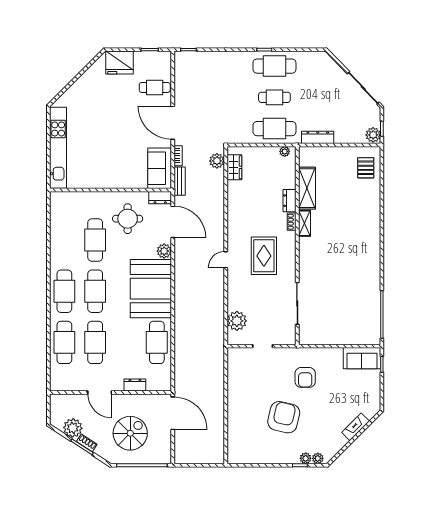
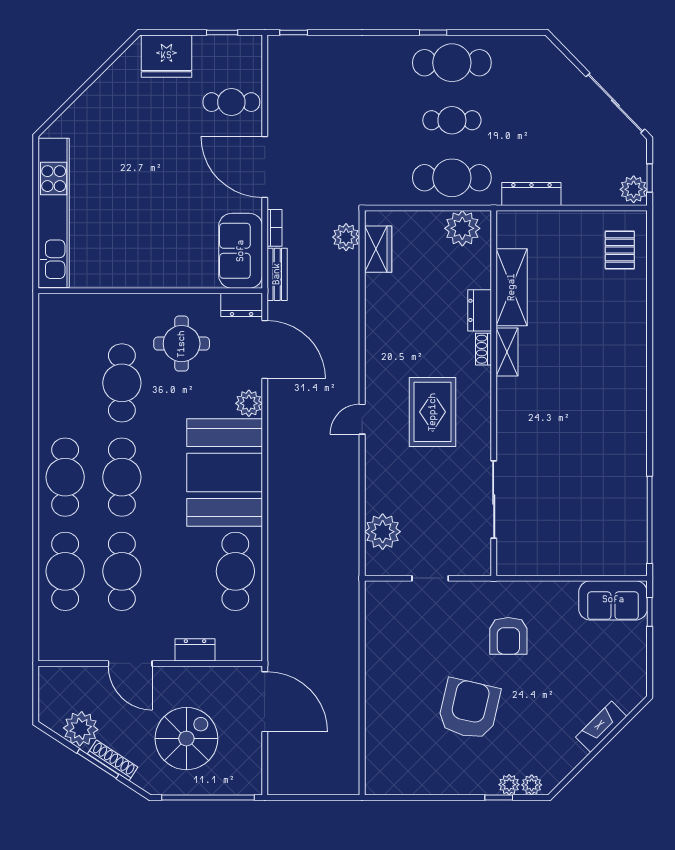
plant: (285, 151) -> (462, 228), width x1.87, depth x1.87
shoe rack: (87, 443) -> (113, 760), width x1.43

